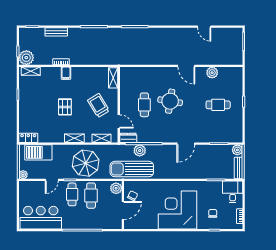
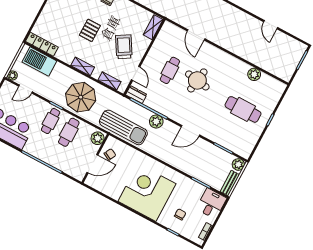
door: (186, 66) -> (196, 35), moved
cafe table: (218, 105) -> (243, 109), width x1.37, depth x1.35
locker: (28, 138) -> (42, 44), width x1.53
plant: (140, 151) -> (156, 121), moved
sun lounger: (132, 169) -> (123, 127), turned 180
door: (52, 180) -> (25, 89), moved

